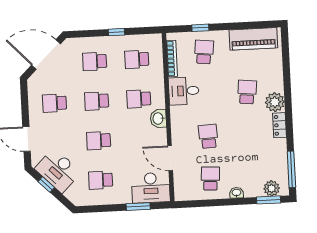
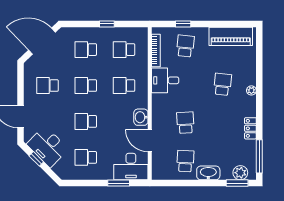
plant: (275, 102) -> (251, 90), width x0.53, depth x0.53
washbasin: (158, 119) -> (141, 117), moved
locker: (280, 125) -> (250, 128), moved
washbasin: (236, 193) -> (208, 173), width x1.91, depth x1.45

